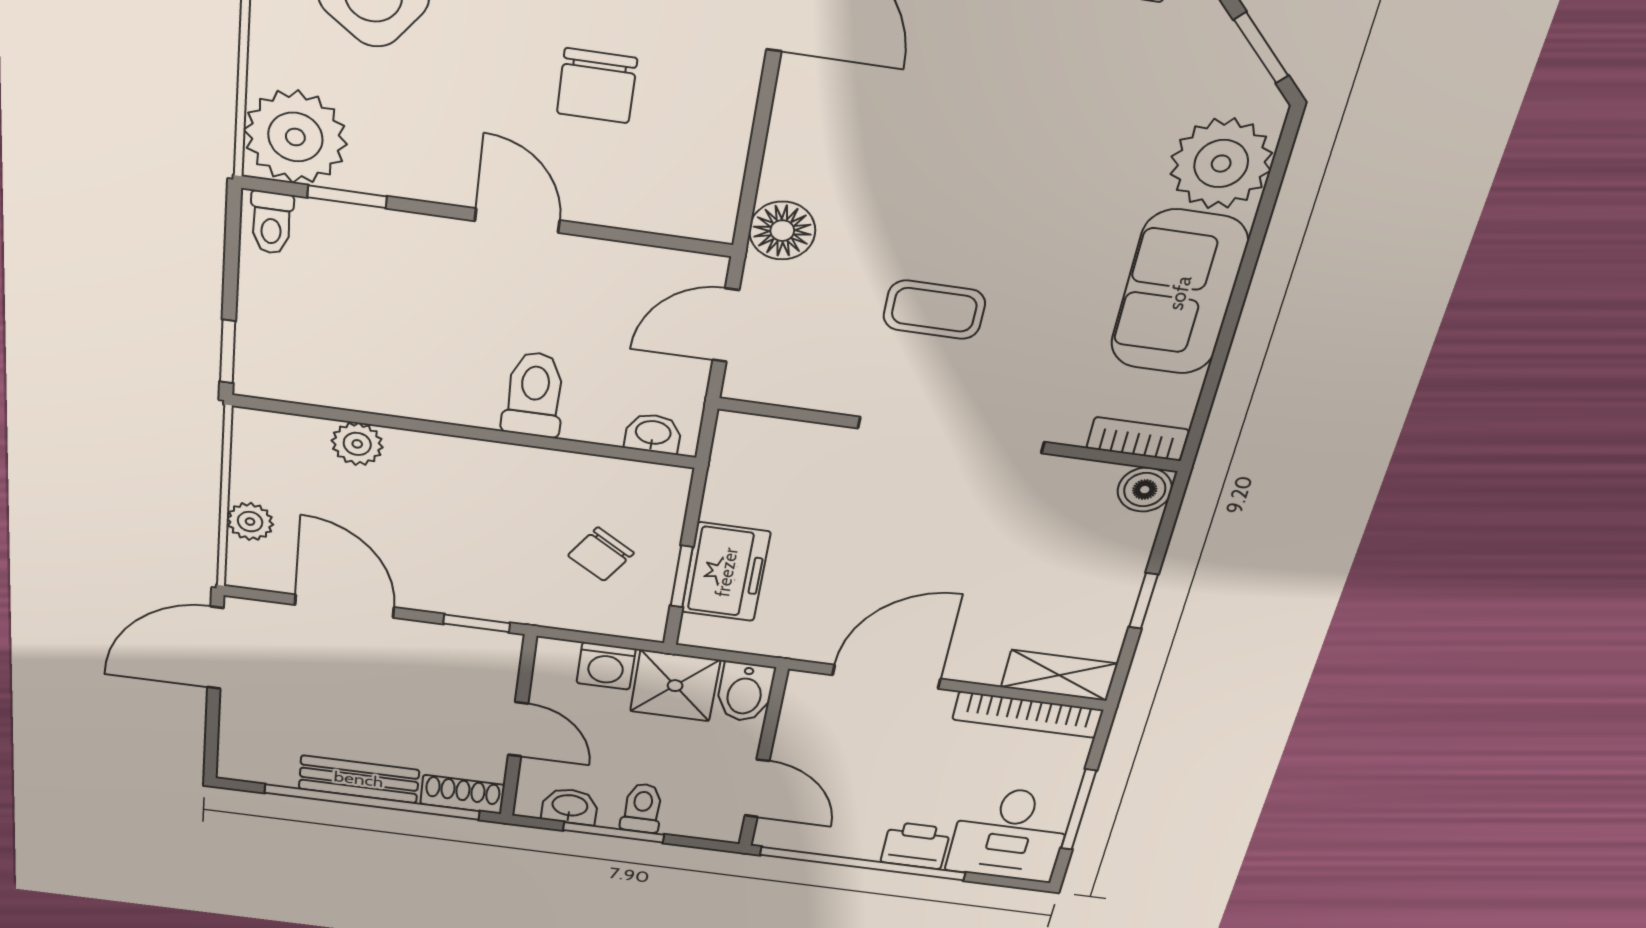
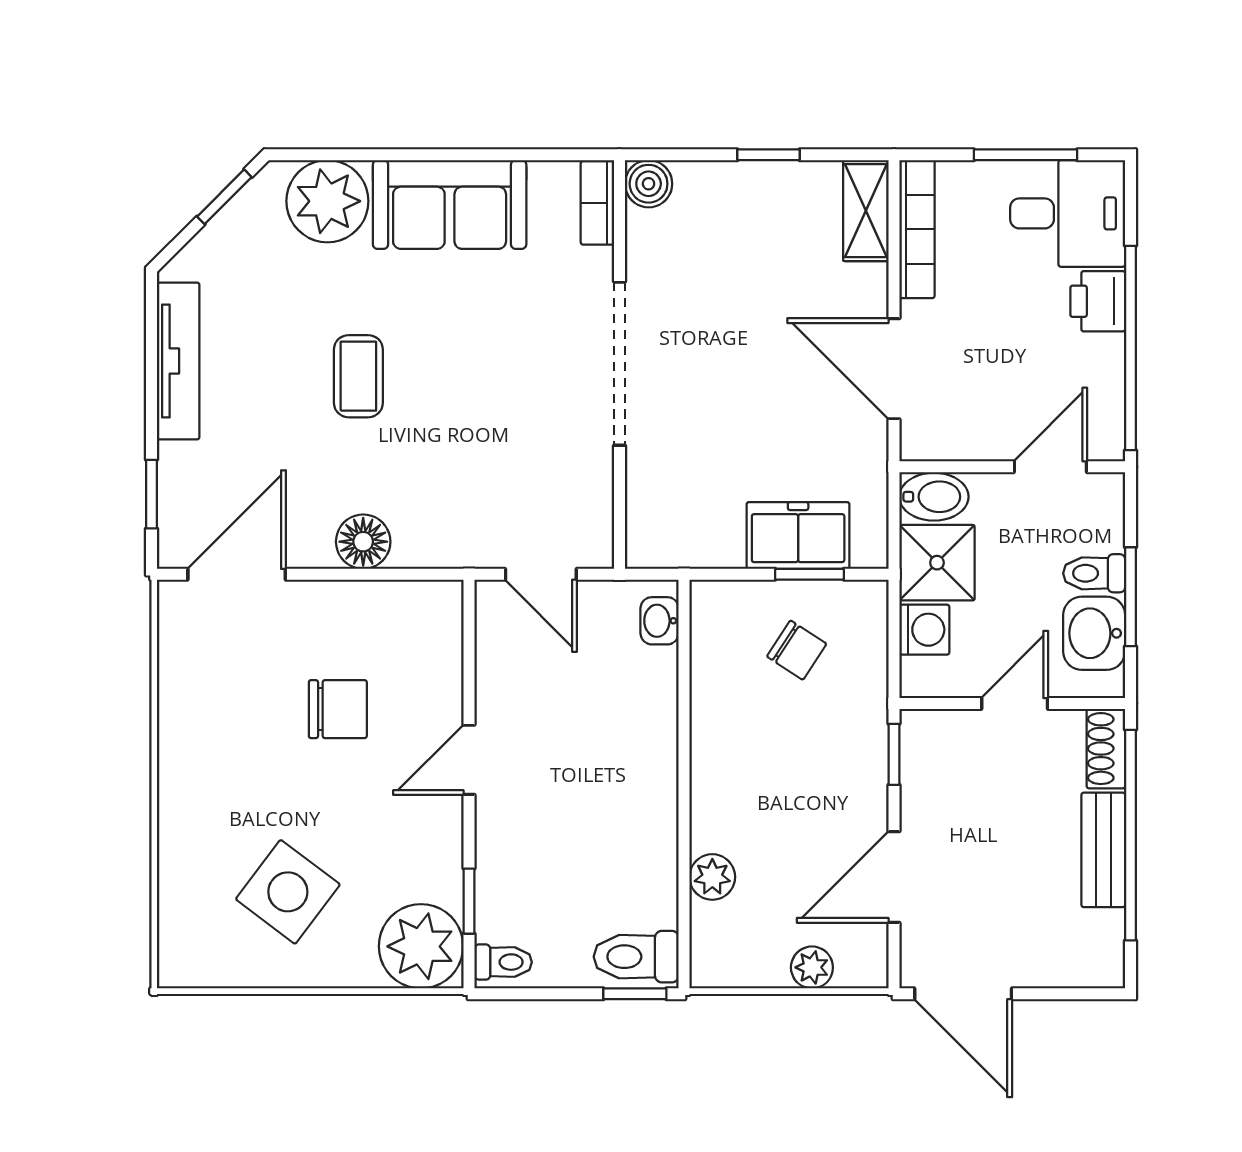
floor lamp: (782, 231) -> (363, 542), moved
coffee table: (934, 310) -> (358, 376), moved
toilet: (534, 395) -> (636, 957), moved
washbasin: (570, 806) -> (1094, 633), width x1.38, depth x1.45

